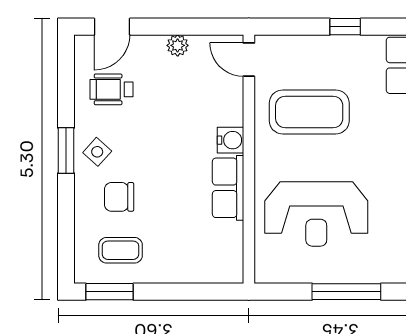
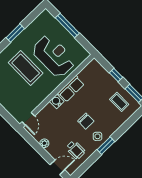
coffee table: (309, 112) -> (26, 68), moved
chair: (119, 197) -> (86, 121), moved
window: (174, 292) -> (116, 75), added

